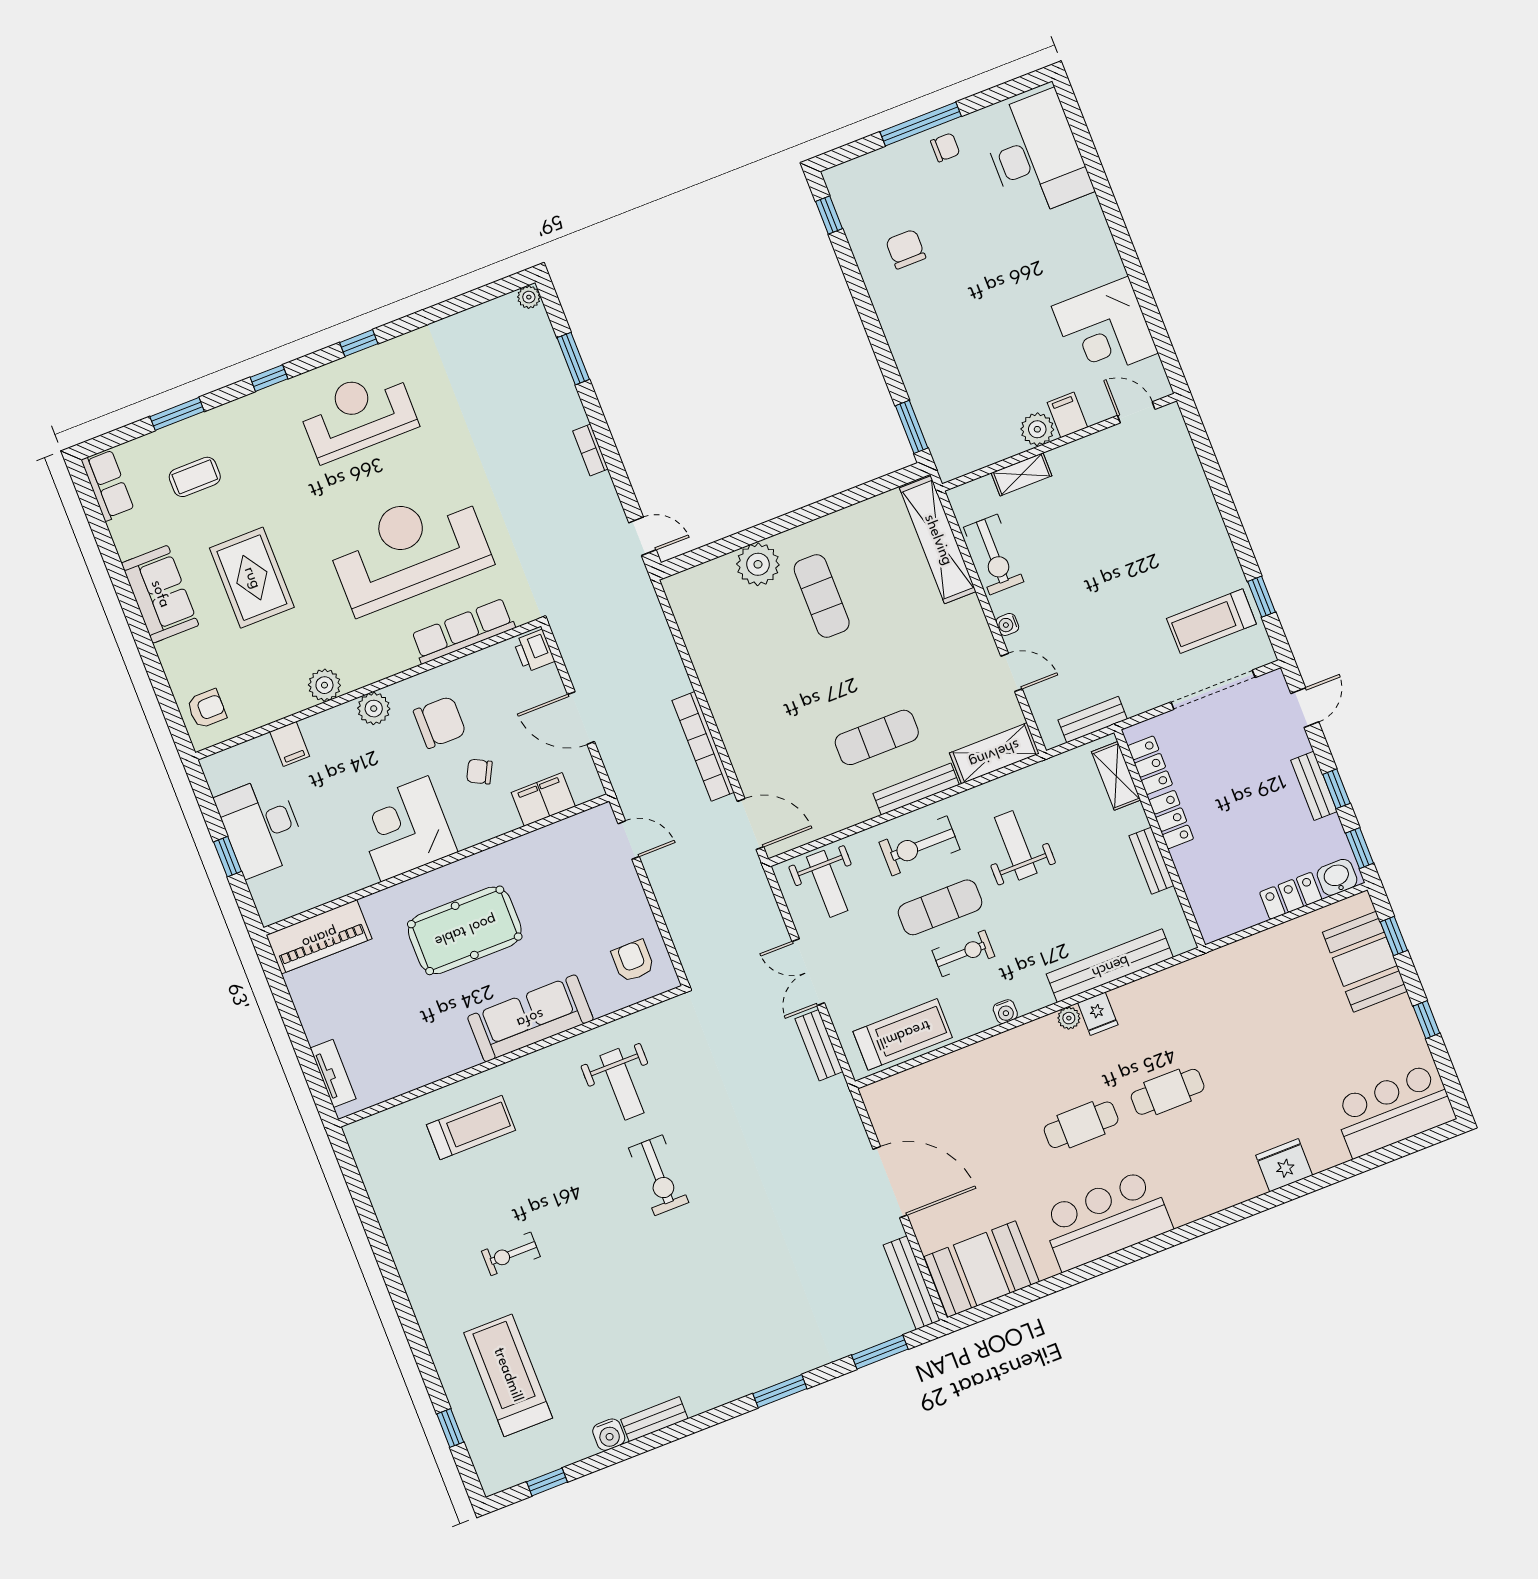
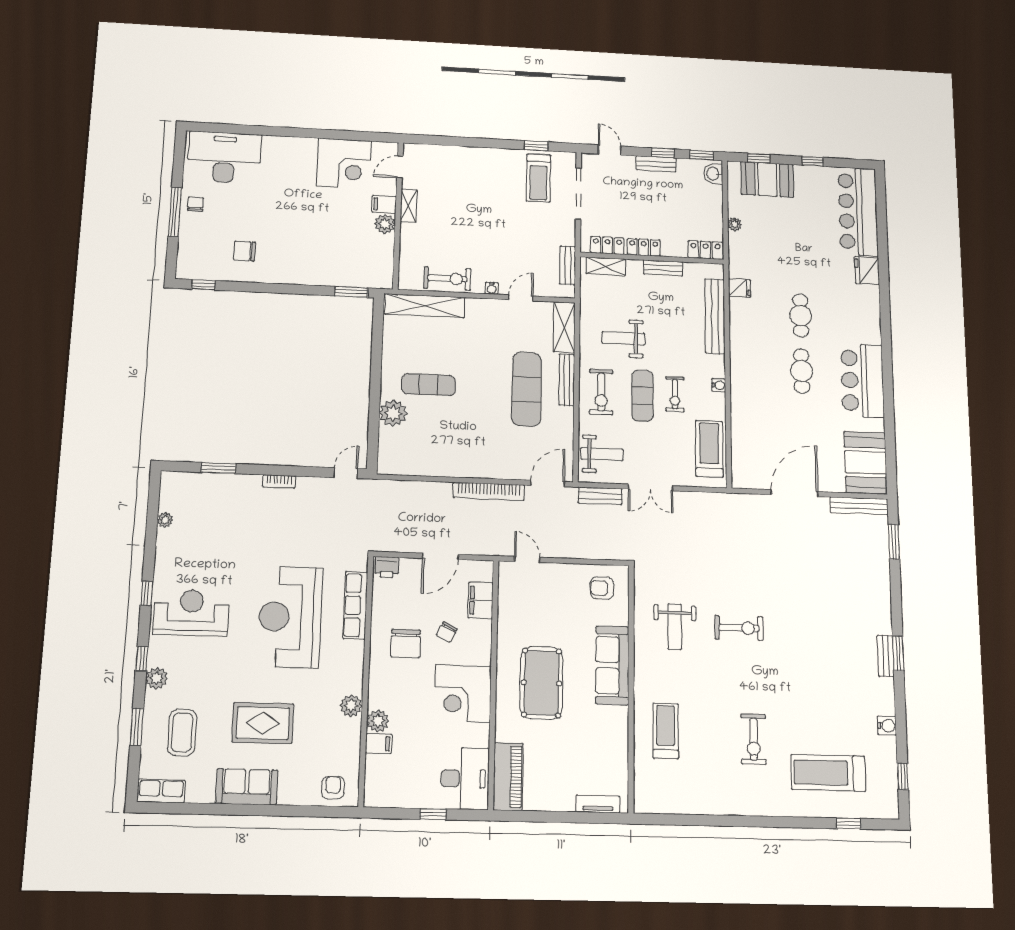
plant: (529, 297) -> (165, 520), moved
plant: (251, 410) -> (157, 678), added
reception desk: (358, 415) -> (191, 613), turned 90
shelving: (1022, 474) -> (409, 205), moved
coffee table: (195, 477) -> (182, 732), width x1.36, depth x1.30
plant: (374, 709) -> (378, 721), moved
chair: (440, 722) -> (406, 643), turned 180
exercise mat: (877, 737) -> (527, 389), width x1.36, depth x1.45
desk: (261, 826) -> (465, 779), moved, turned -90
door: (629, 840) -> (527, 559), hinge flipped
locker: (1291, 896) -> (705, 250), moved, turned 90
exercise bike: (963, 953) -> (675, 394), turned 180
fridge: (1098, 1014) -> (740, 288), moved
plant: (1069, 1018) -> (735, 224), moved
bench: (819, 1045) -> (600, 496), moved
weight bench: (622, 1084) -> (675, 627), turned 90
bar counter: (1394, 1110) -> (858, 211), width x1.36
exercise bike: (511, 1254) -> (753, 739), width x1.38, depth x1.39
window: (780, 1391) -> (898, 653), moved
bench: (654, 1419) -> (886, 656), moved

